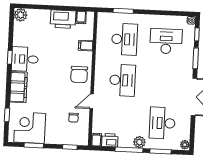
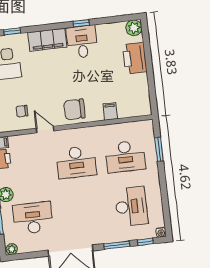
filing cabinet: (81, 17) -> (143, 100), removed
printer: (63, 19) -> (135, 58), moved

